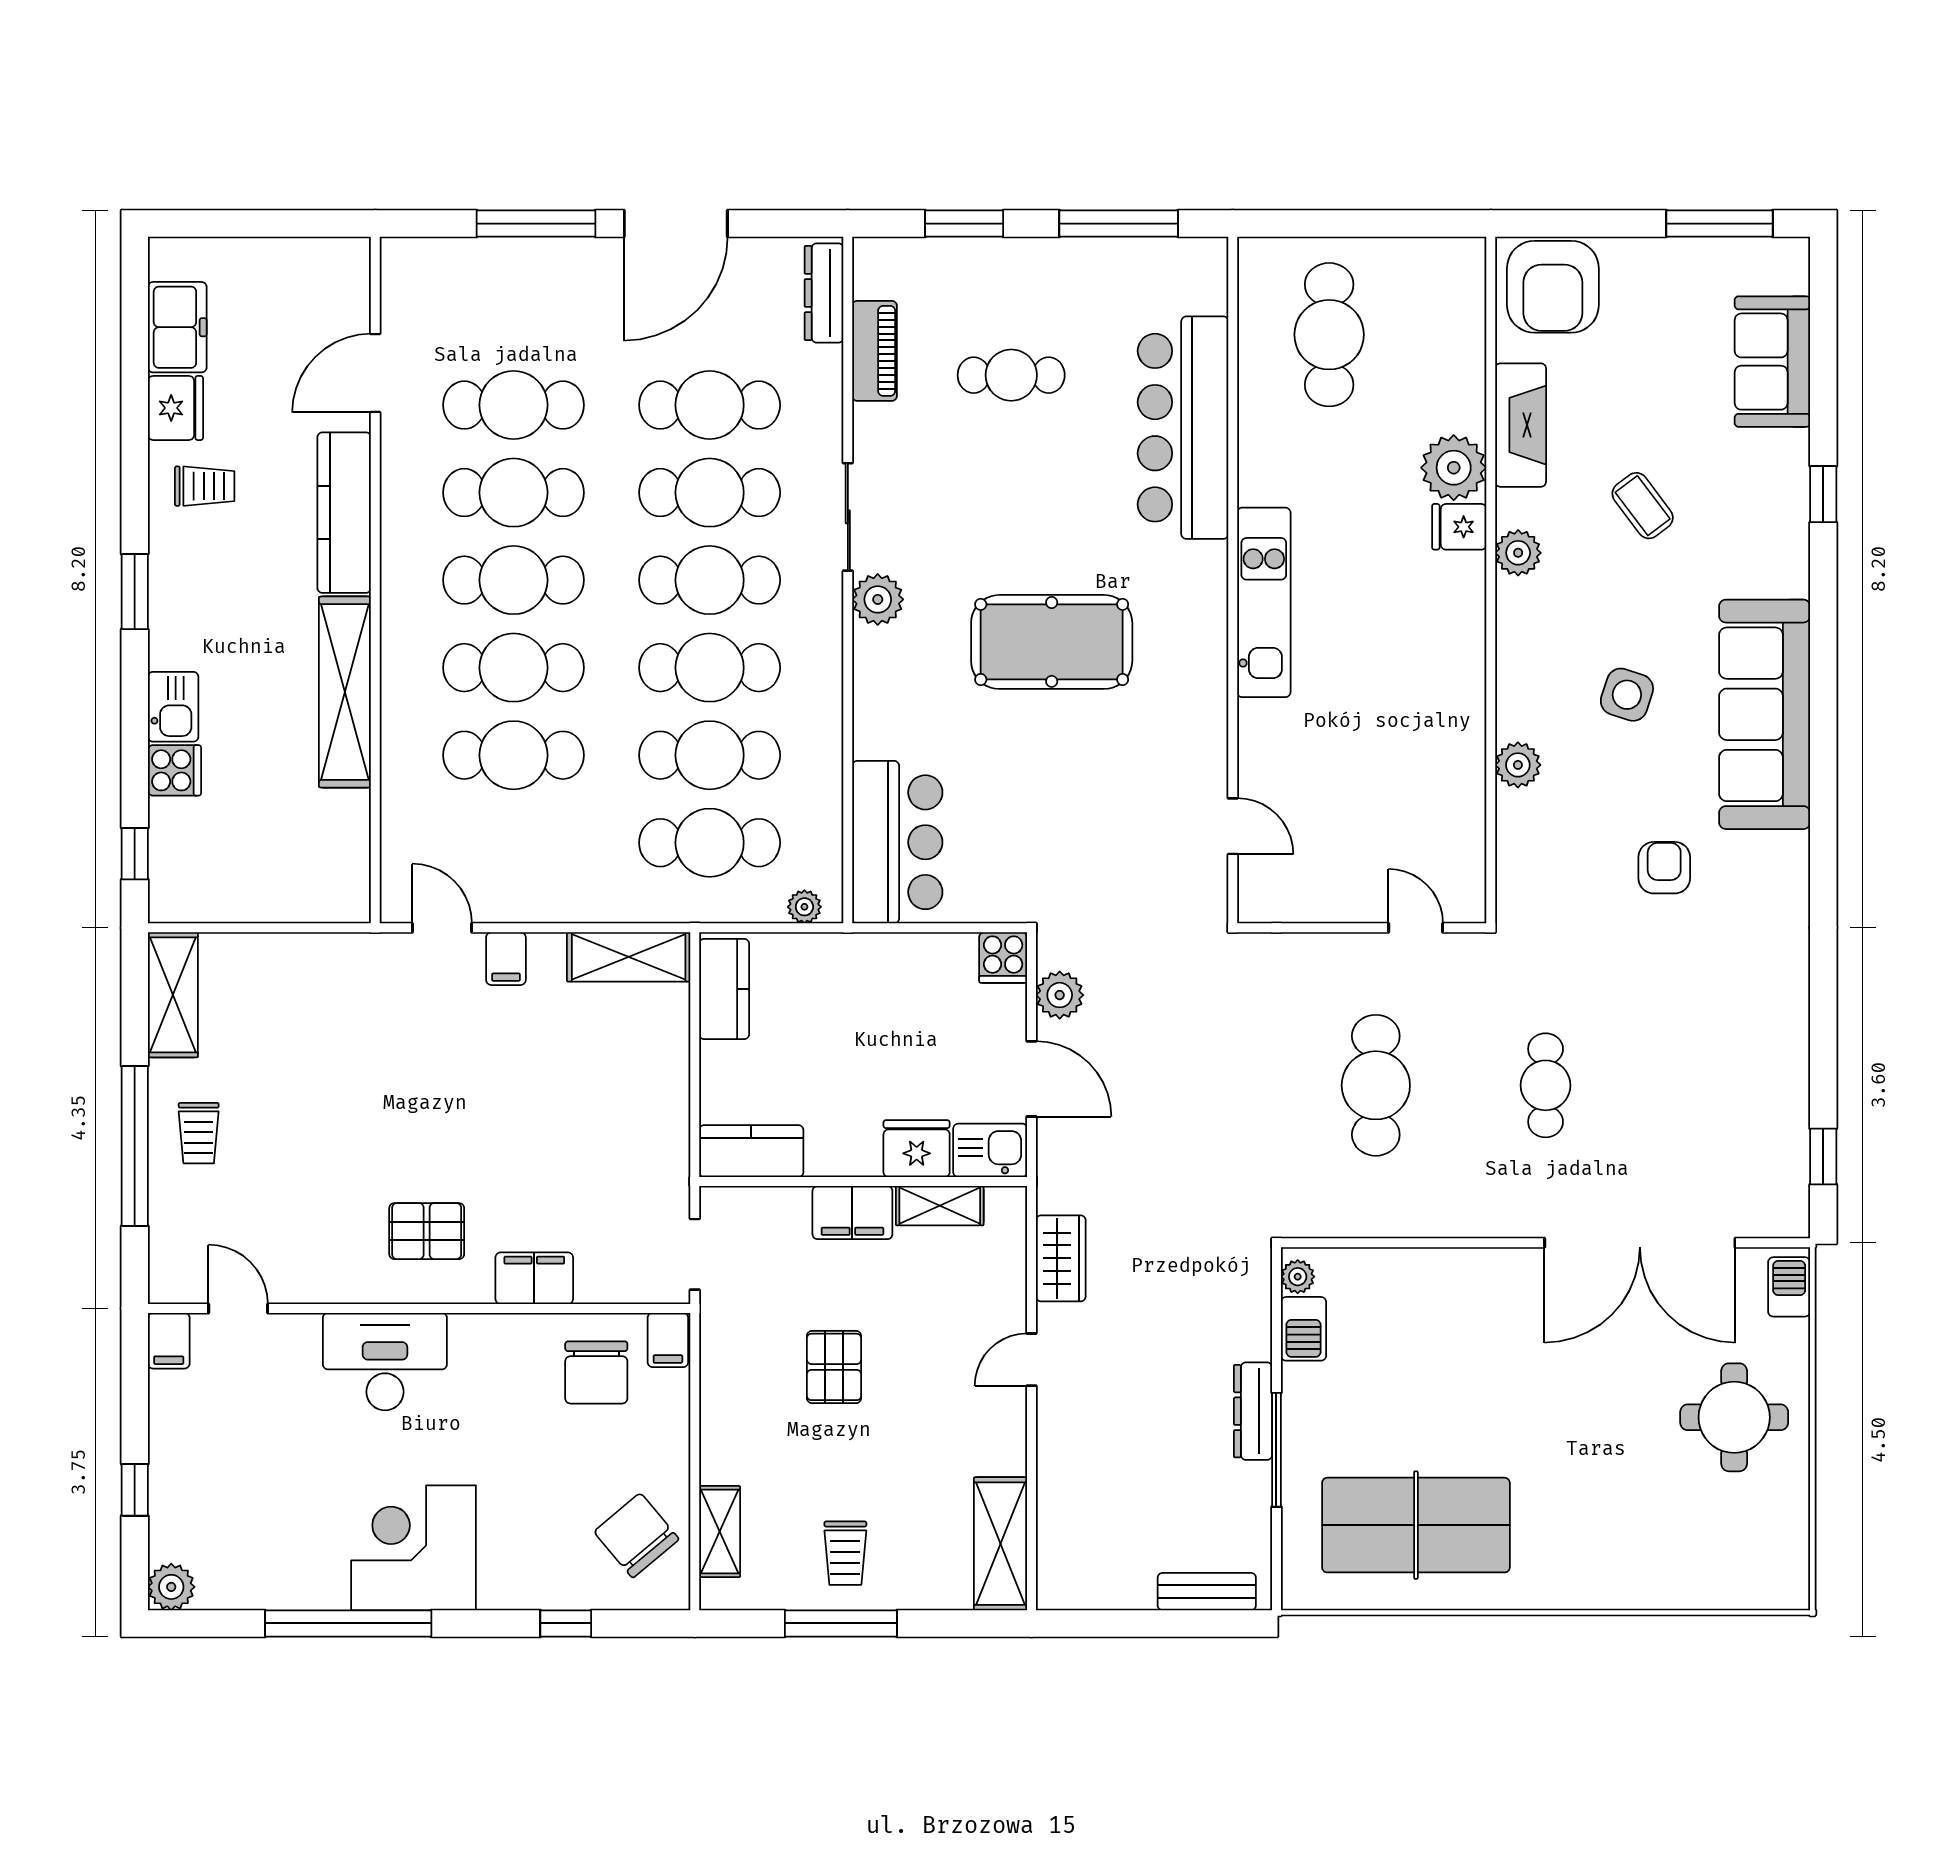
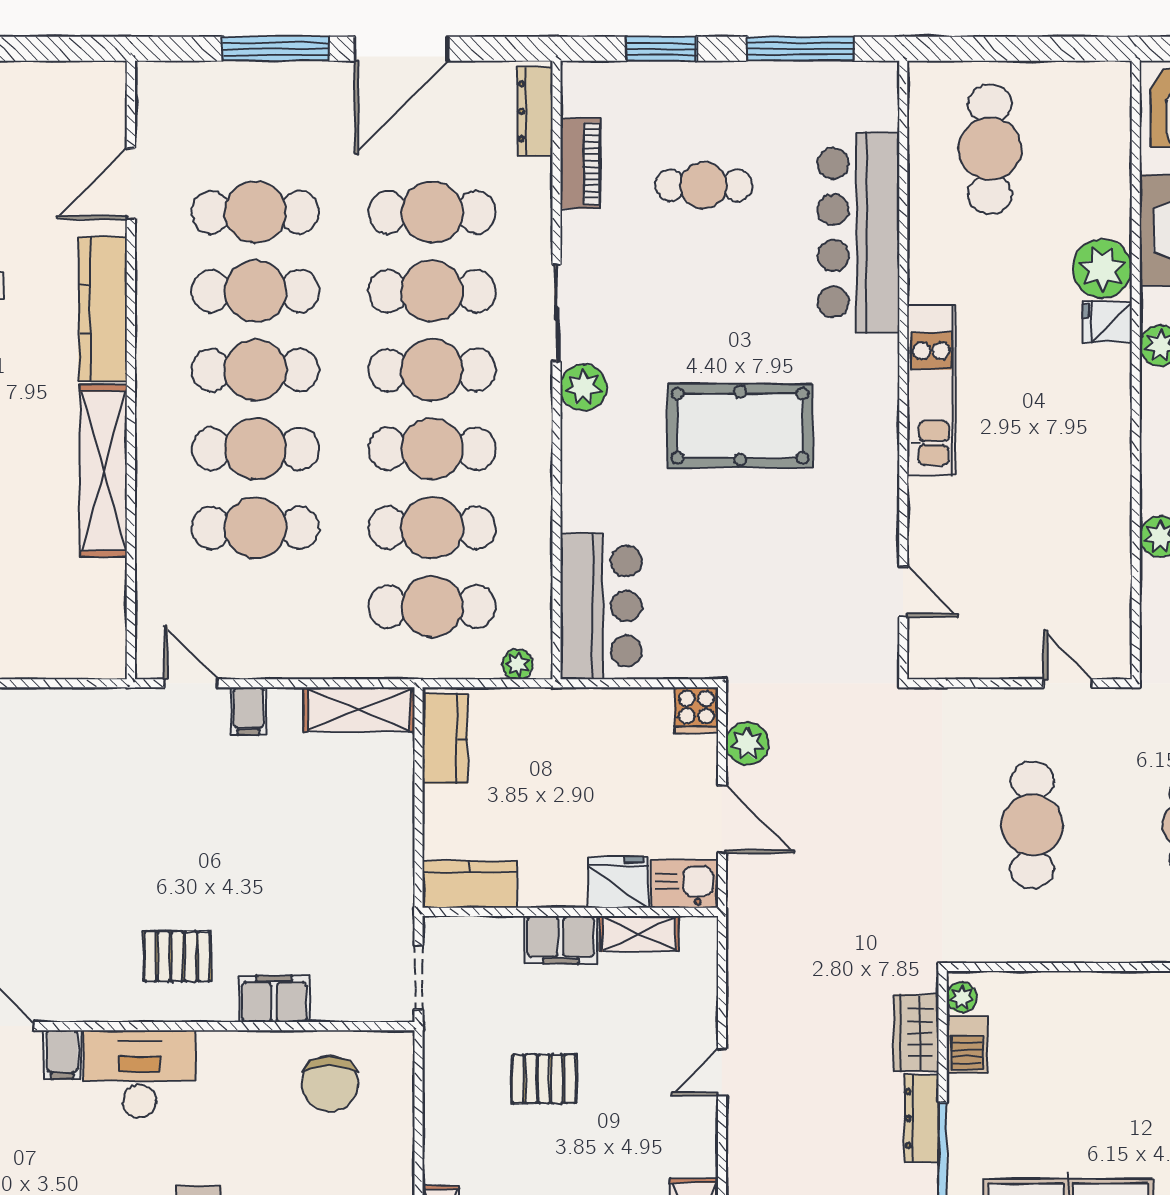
wardrobe: (1061, 1258) -> (916, 1033), moved, turned 180
filing cabinet: (668, 1340) -> (62, 1054), moved
pallet: (834, 1367) -> (544, 1079), turned 90

